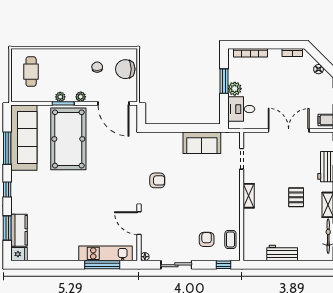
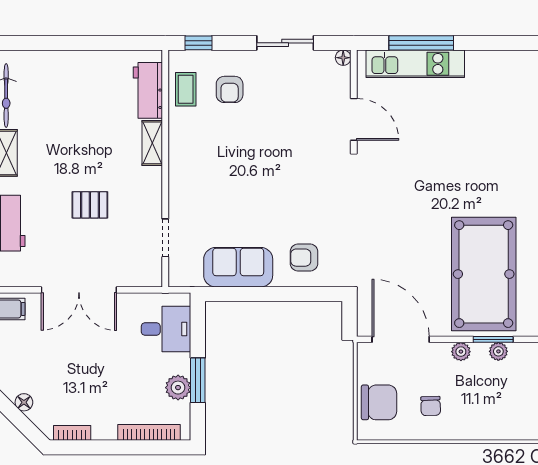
plant: (235, 89) -> (178, 388), moved
armchair: (157, 180) -> (304, 258), moved
shelving: (249, 196) -> (152, 143), moved
pallet: (296, 197) -> (90, 205), moved, turned 90
workbench: (282, 253) -> (148, 90), moved, turned 90

